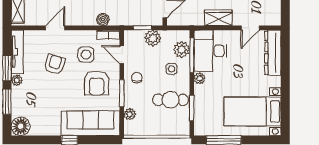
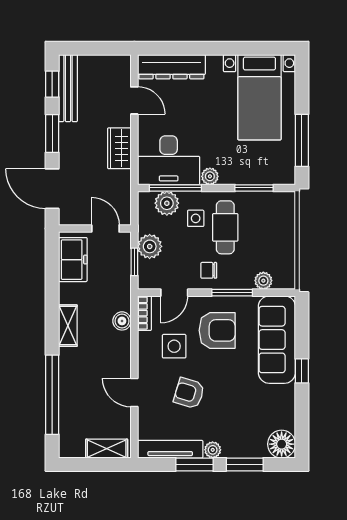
cafe table: (171, 100) -> (225, 227), moved

